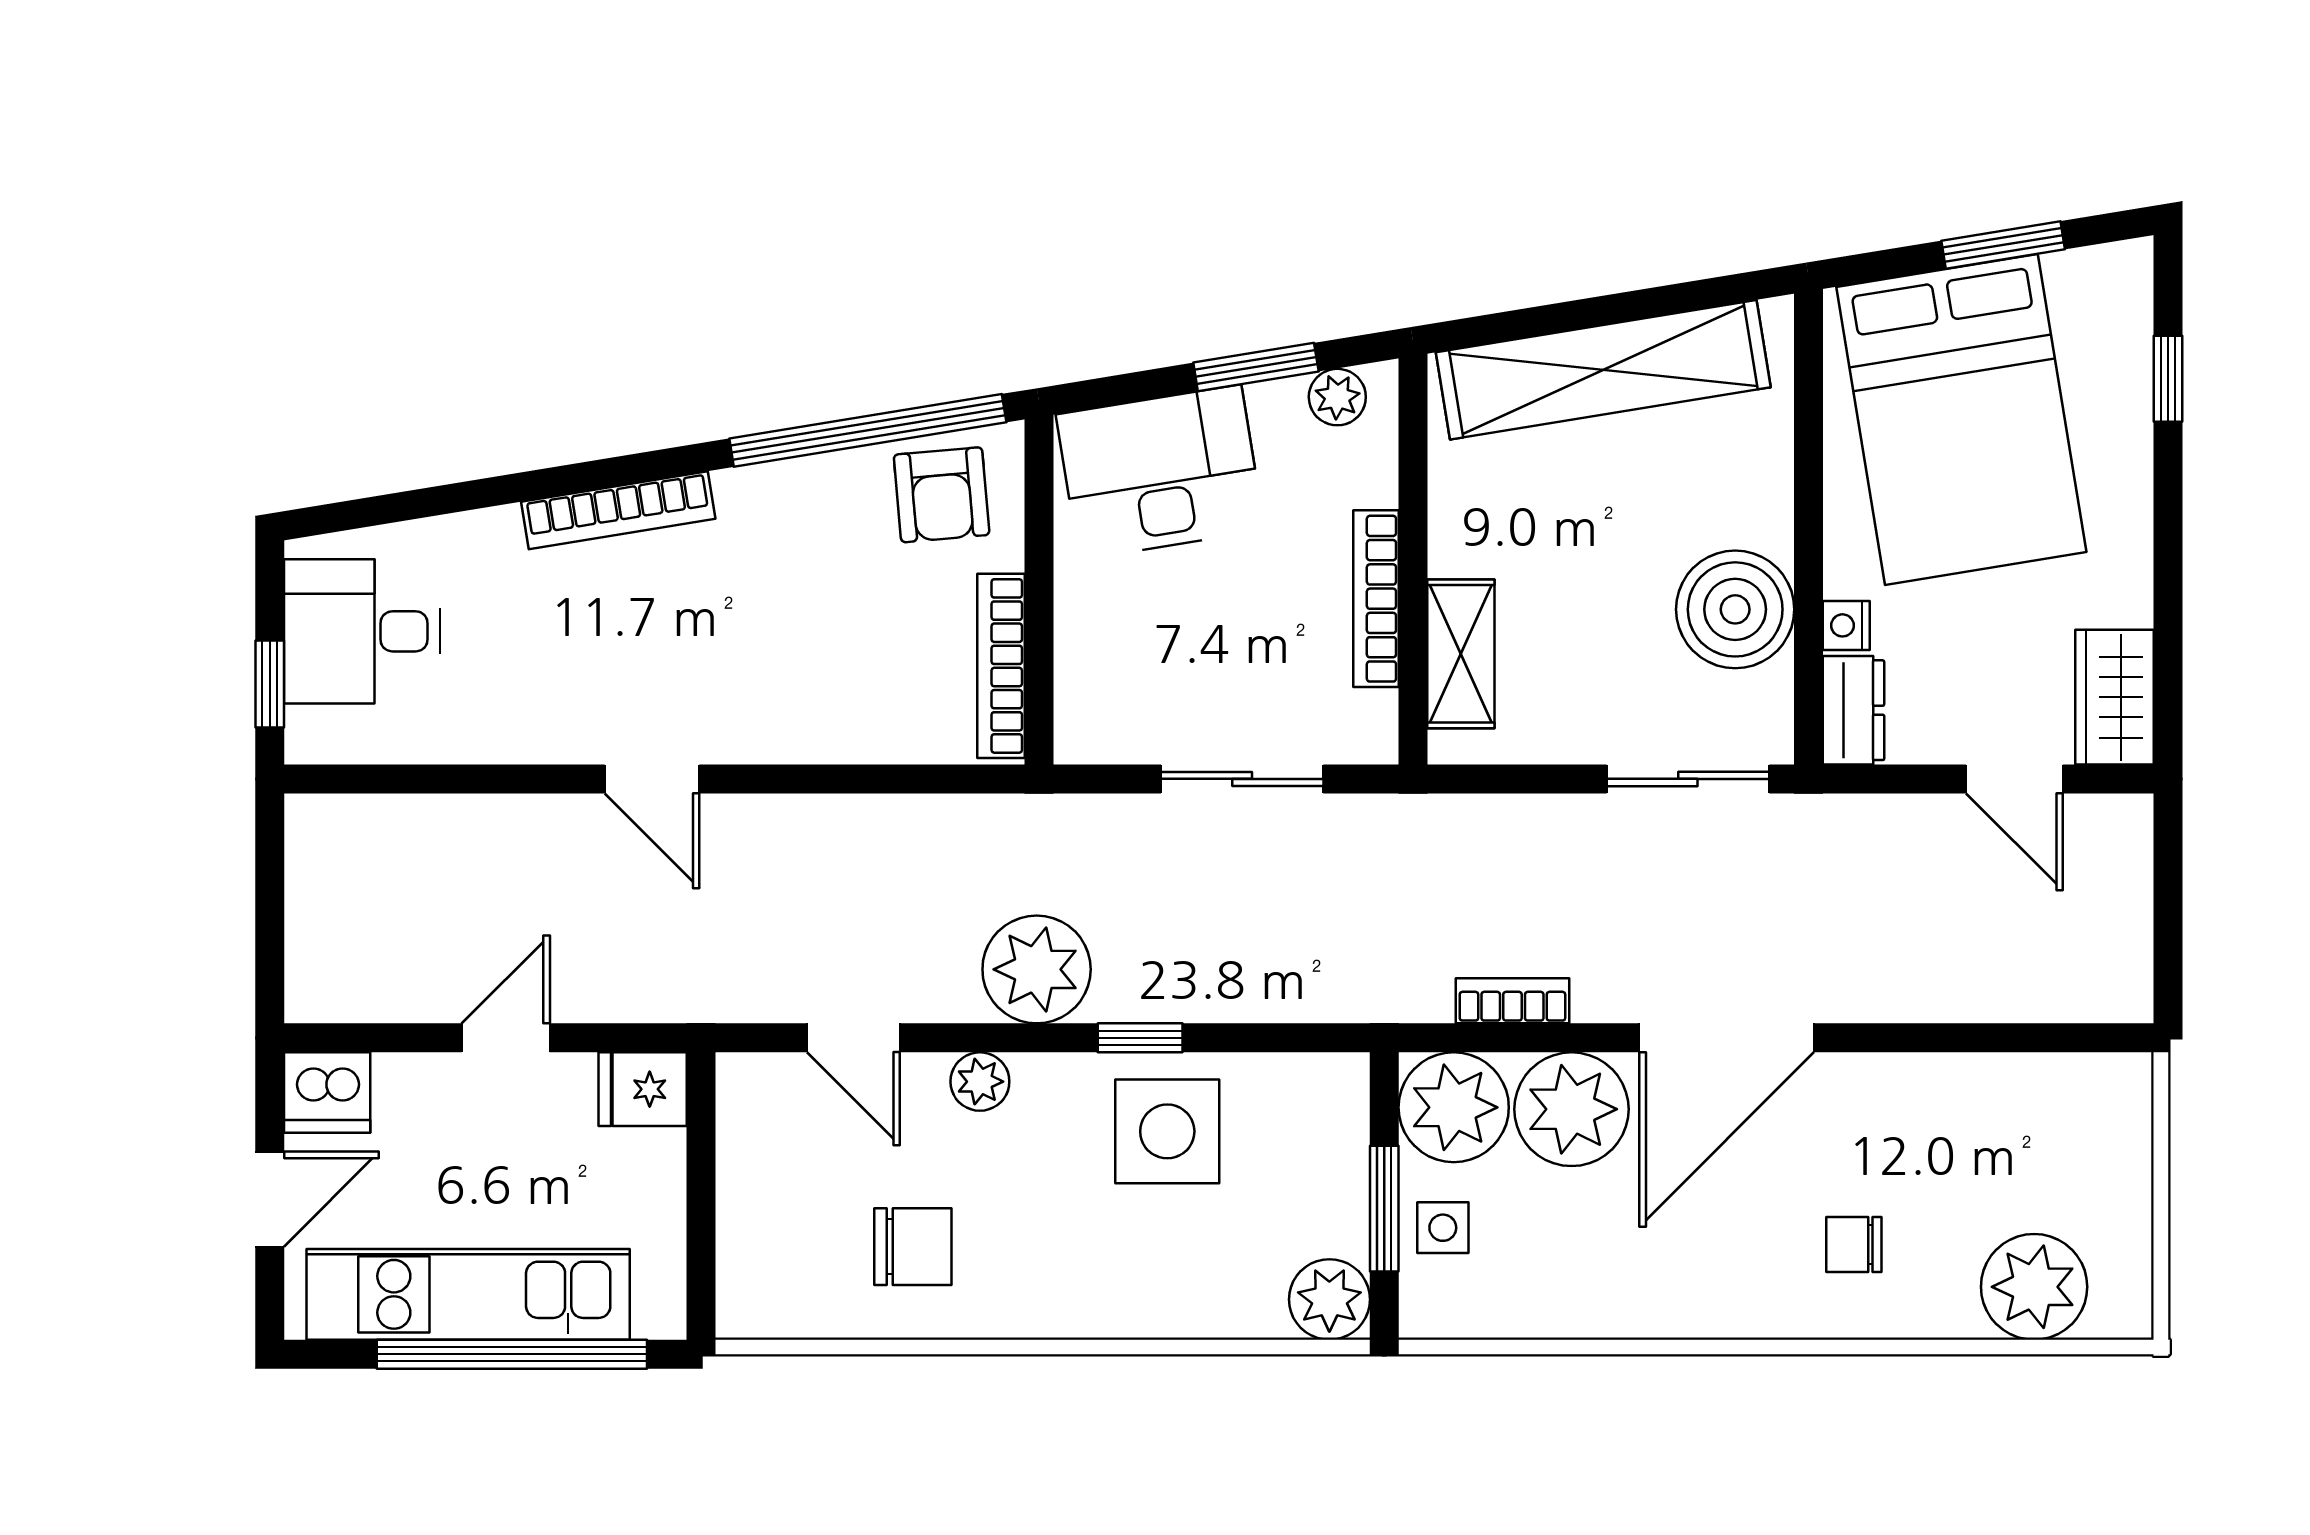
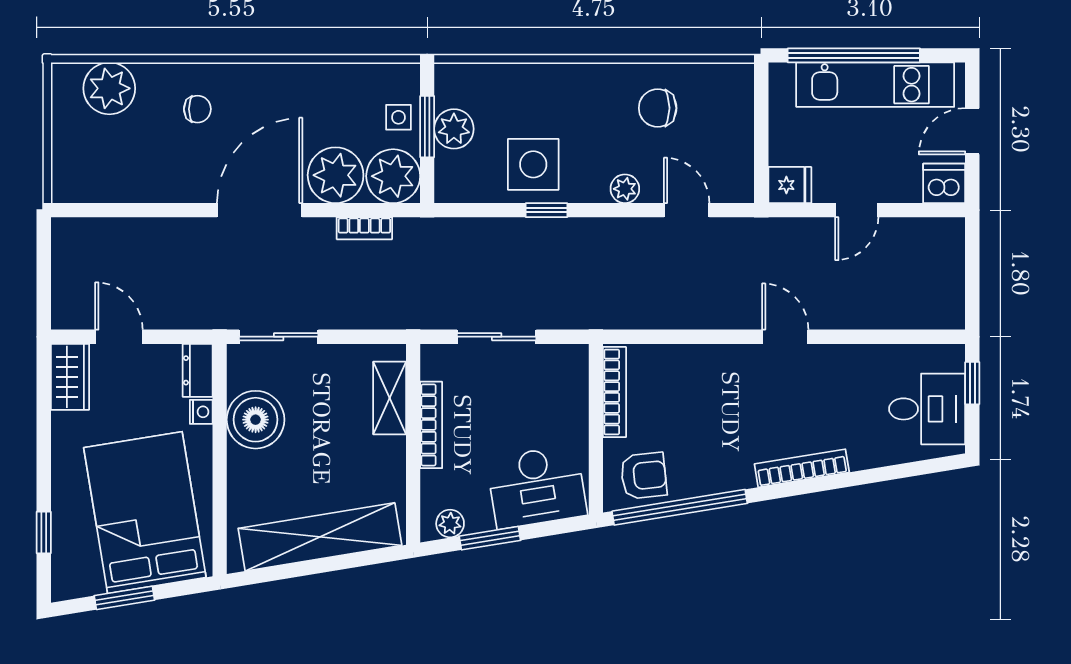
armchair: (942, 495) -> (644, 476), turned 89
plant: (1037, 969) -> (597, 244), removed
plant: (1329, 1299) -> (454, 129), moved

